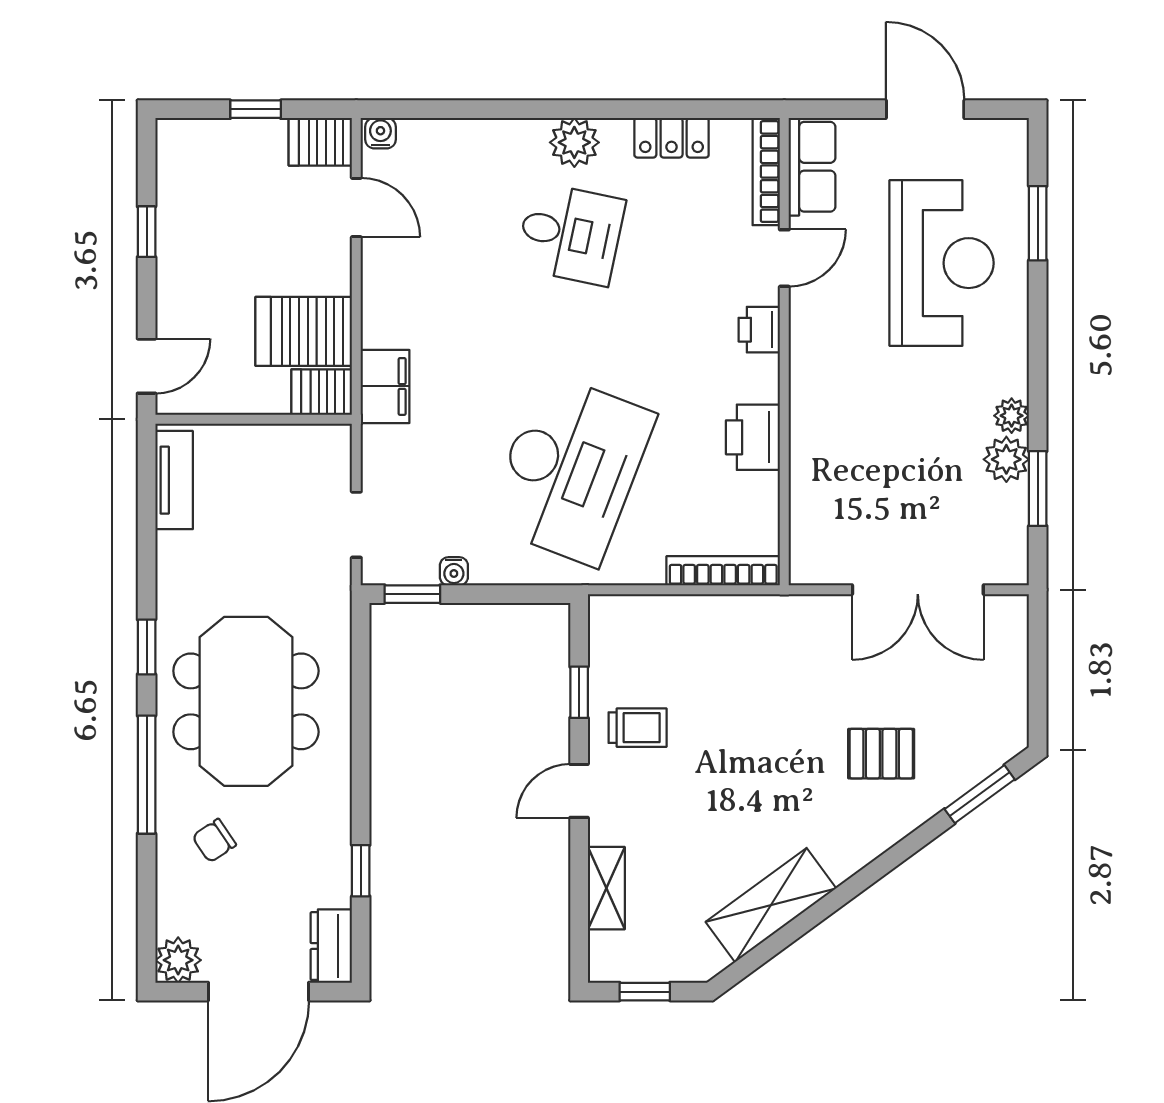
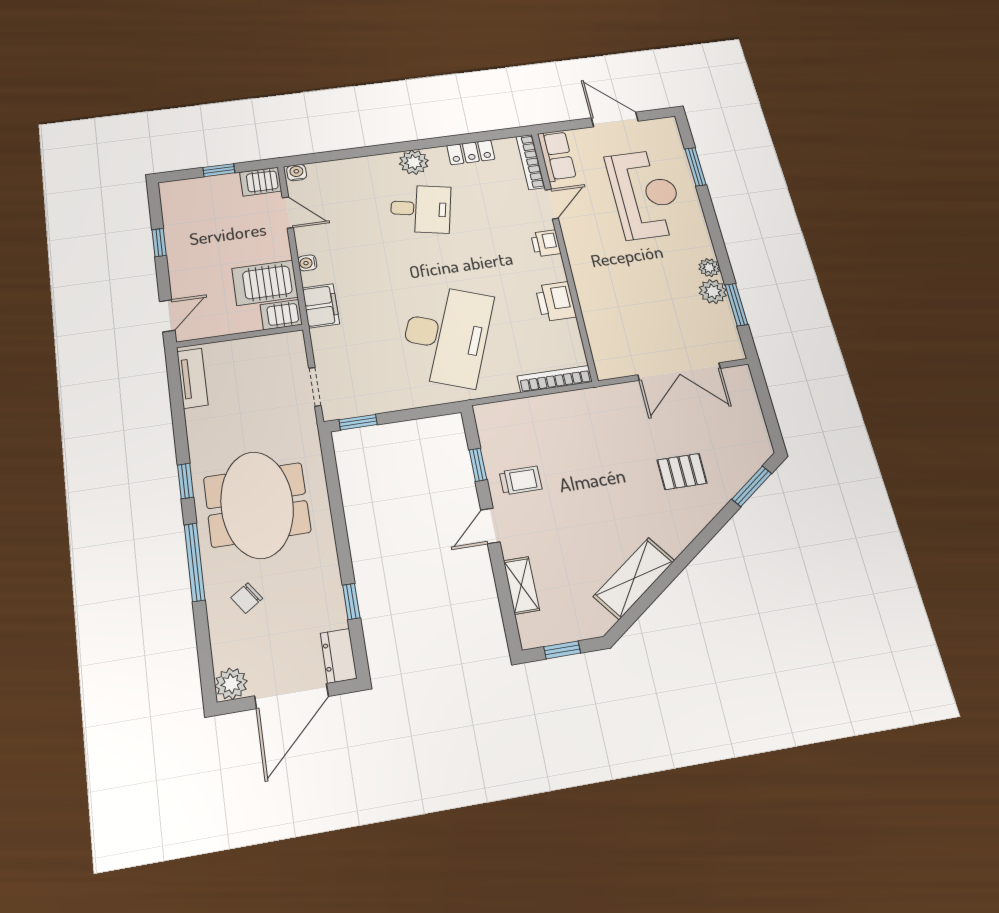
water cooler: (454, 571) -> (307, 263), moved, turned 90

